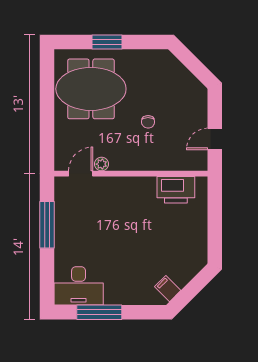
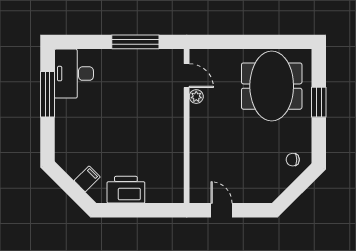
chair: (148, 122) -> (293, 160), moved
printer: (176, 190) -> (126, 190), moved, turned 90
filing cabinet: (168, 289) -> (87, 179), moved

